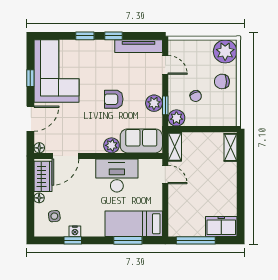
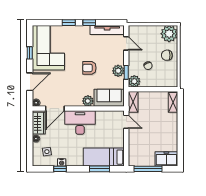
desk: (117, 176) -> (80, 123), moved

